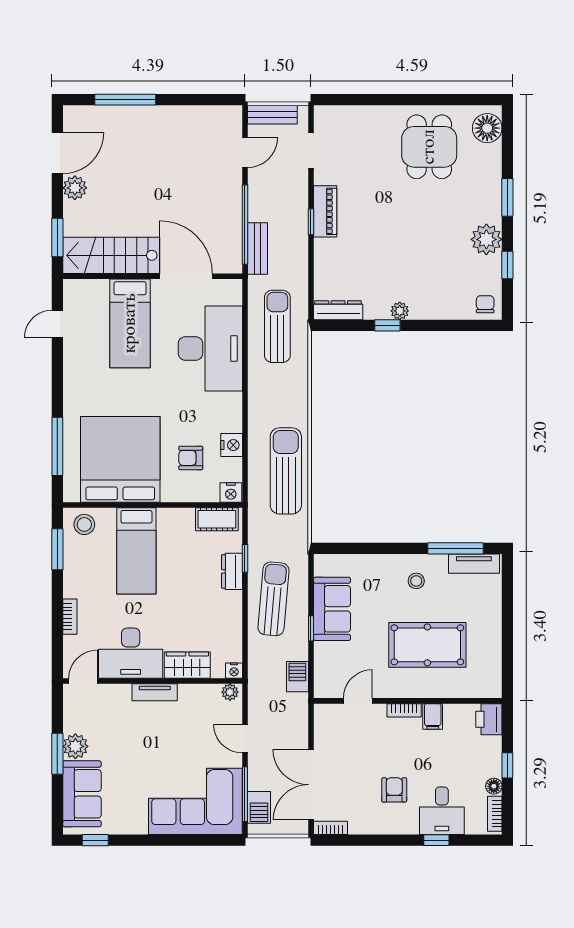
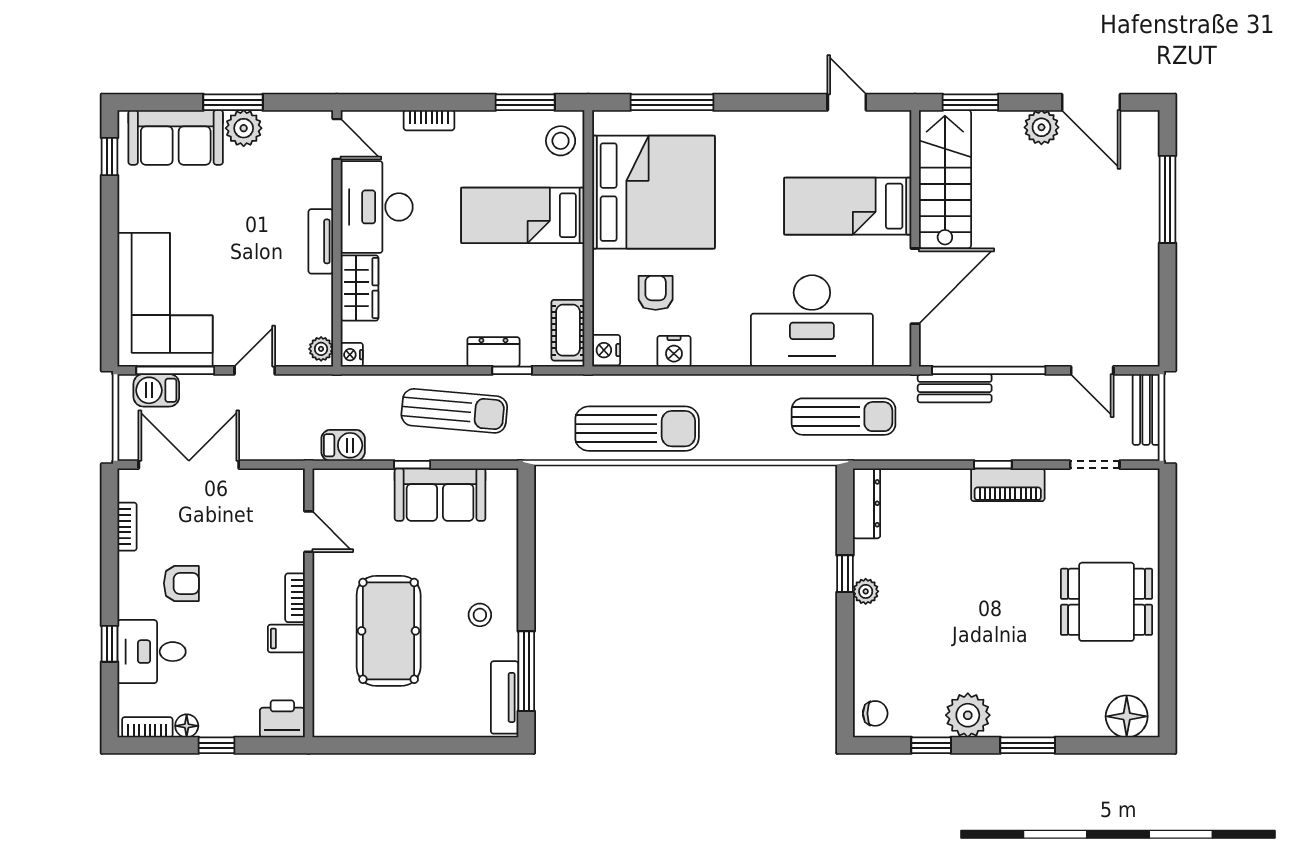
dining table: (429, 147) -> (1107, 602), moved
bookcase: (330, 828) -> (127, 527), moved

